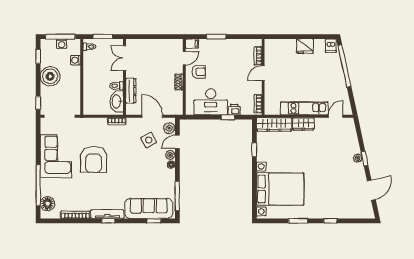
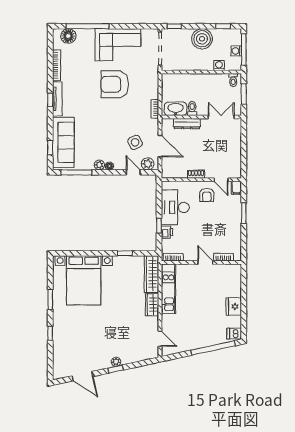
kitchen unit: (304, 108) -> (168, 289), moved
door: (152, 116) -> (160, 146), hinge flipped
plant: (170, 155) -> (99, 165), moved

